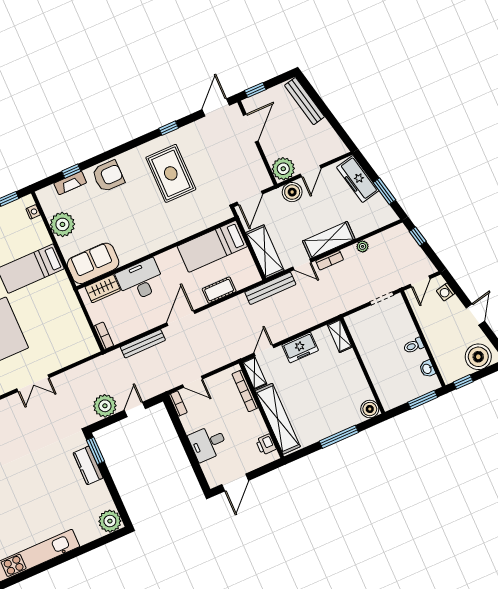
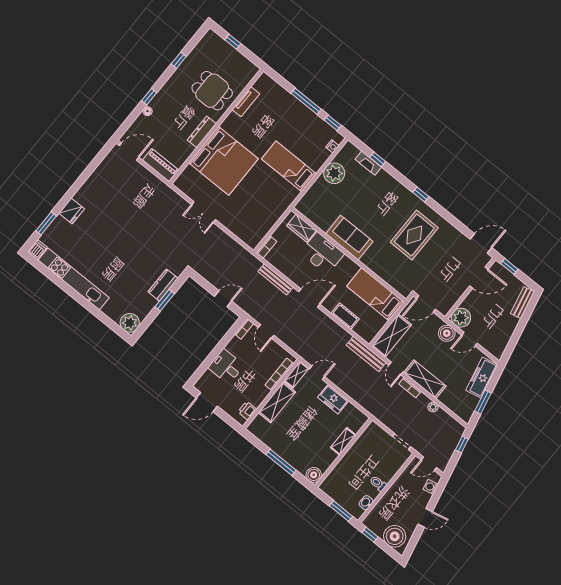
bench: (304, 101) -> (522, 303), width x0.73
window: (169, 128) -> (421, 194), moved
armchair: (108, 176) -> (388, 189), removed
sofa: (93, 263) -> (349, 238), moved
shelving: (340, 336) -> (343, 441), moved
plant: (105, 406) -> (214, 275), removed
shelving: (278, 419) -> (277, 402), width x0.68
window: (96, 451) -> (165, 300), moved

